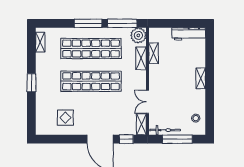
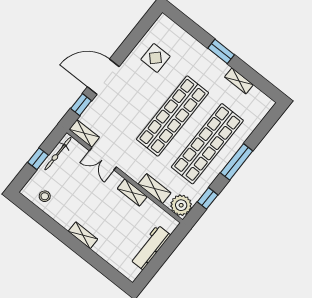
window: (122, 23) -> (208, 198), width x0.46
workbench: (189, 34) -> (150, 247), moved
shelving: (40, 42) -> (239, 81), moved
shelving: (153, 53) -> (132, 192), moved
double door: (147, 102) -> (103, 159), swing flipped
window: (177, 139) -> (38, 159), width x0.46

